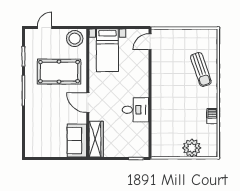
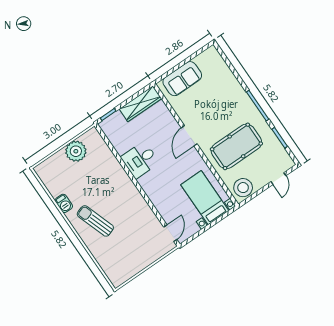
sun lounger: (201, 69) -> (95, 221), moved
door: (88, 103) -> (189, 136), swing flipped
wardrobe: (96, 139) -> (140, 104), moved, turned -90
sofa: (77, 141) -> (182, 79), moved, turned 90
plant: (192, 148) -> (76, 151), moved

